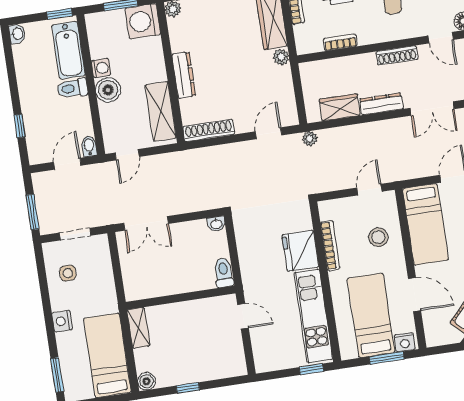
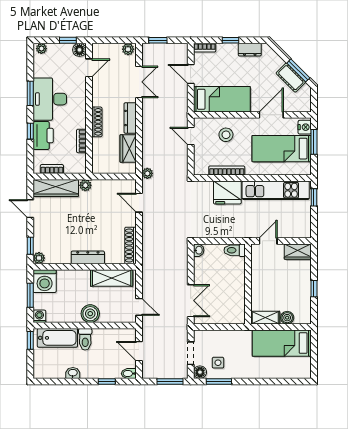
washbasin: (17, 34) -> (73, 373), moved
shoe rack: (397, 55) -> (97, 122), moved
washing machine: (101, 68) -> (39, 316), moved
bidet: (89, 146) -> (129, 374), moved
floor lamp: (51, 251) -> (200, 372), added
nightstand: (62, 321) -> (252, 372), removed
wardrobe: (235, 358) -> (298, 252), added
window: (57, 375) -> (219, 381), moved
boiler: (147, 381) -> (287, 318), moved

